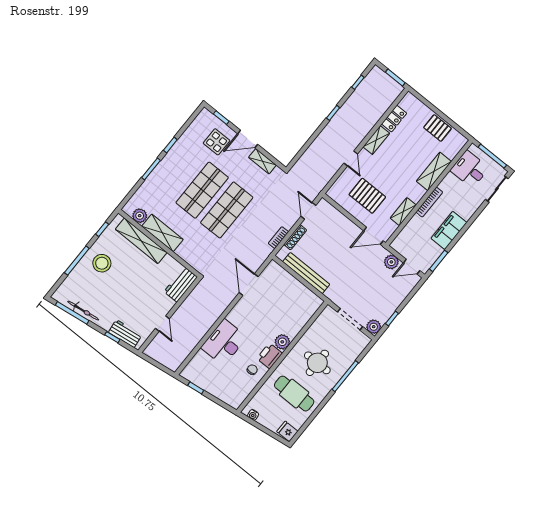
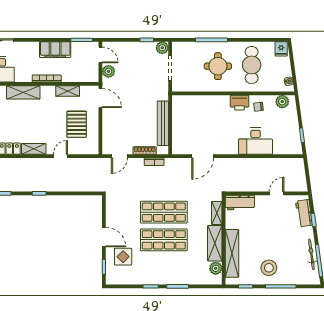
shelving: (262, 161) -> (217, 213), moved
plant: (282, 342) -> (282, 102), moved

